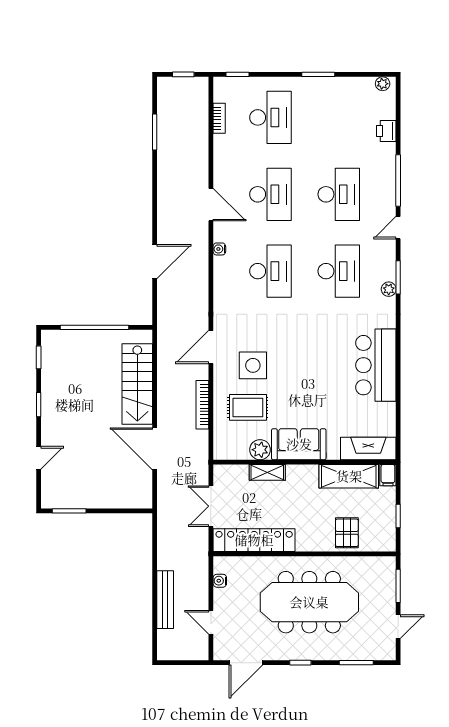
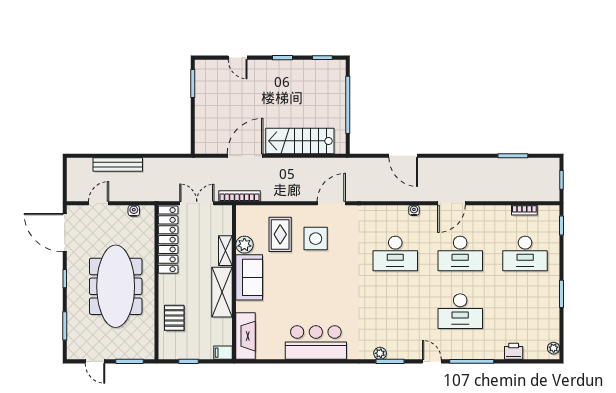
desk: (339, 271) -> (395, 311), removed
door: (211, 347) -> (331, 203), hinge flipped
bookcase: (202, 405) -> (239, 196), moved
shelving: (349, 476) -> (222, 292), moved
pallet: (347, 533) -> (174, 318), turned 90
door: (246, 663) -> (65, 233), width x1.36

